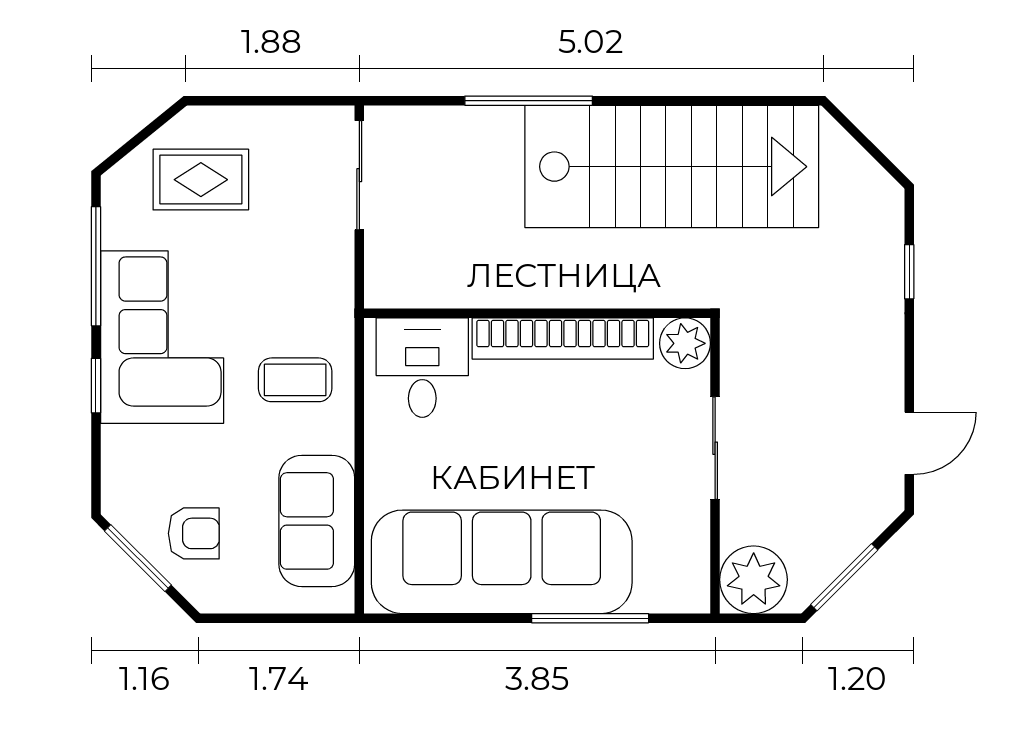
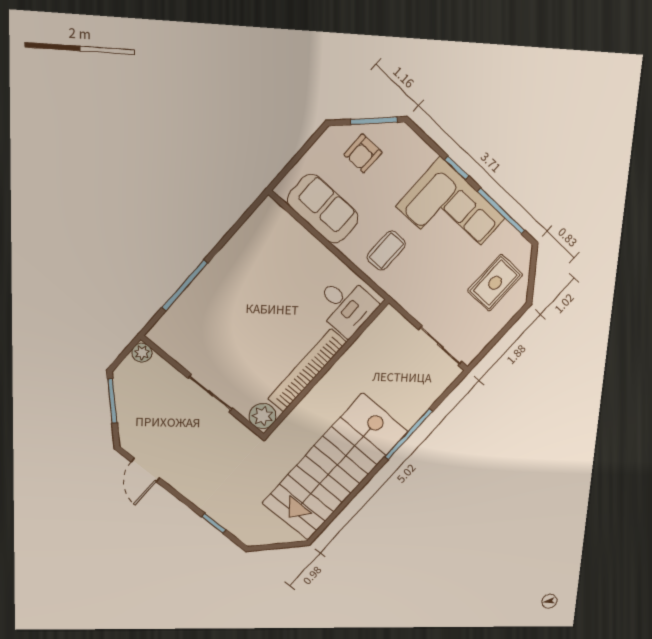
sofa: (502, 562) -> (240, 269), removed
plant: (754, 580) -> (142, 353), width x0.53, depth x0.53

